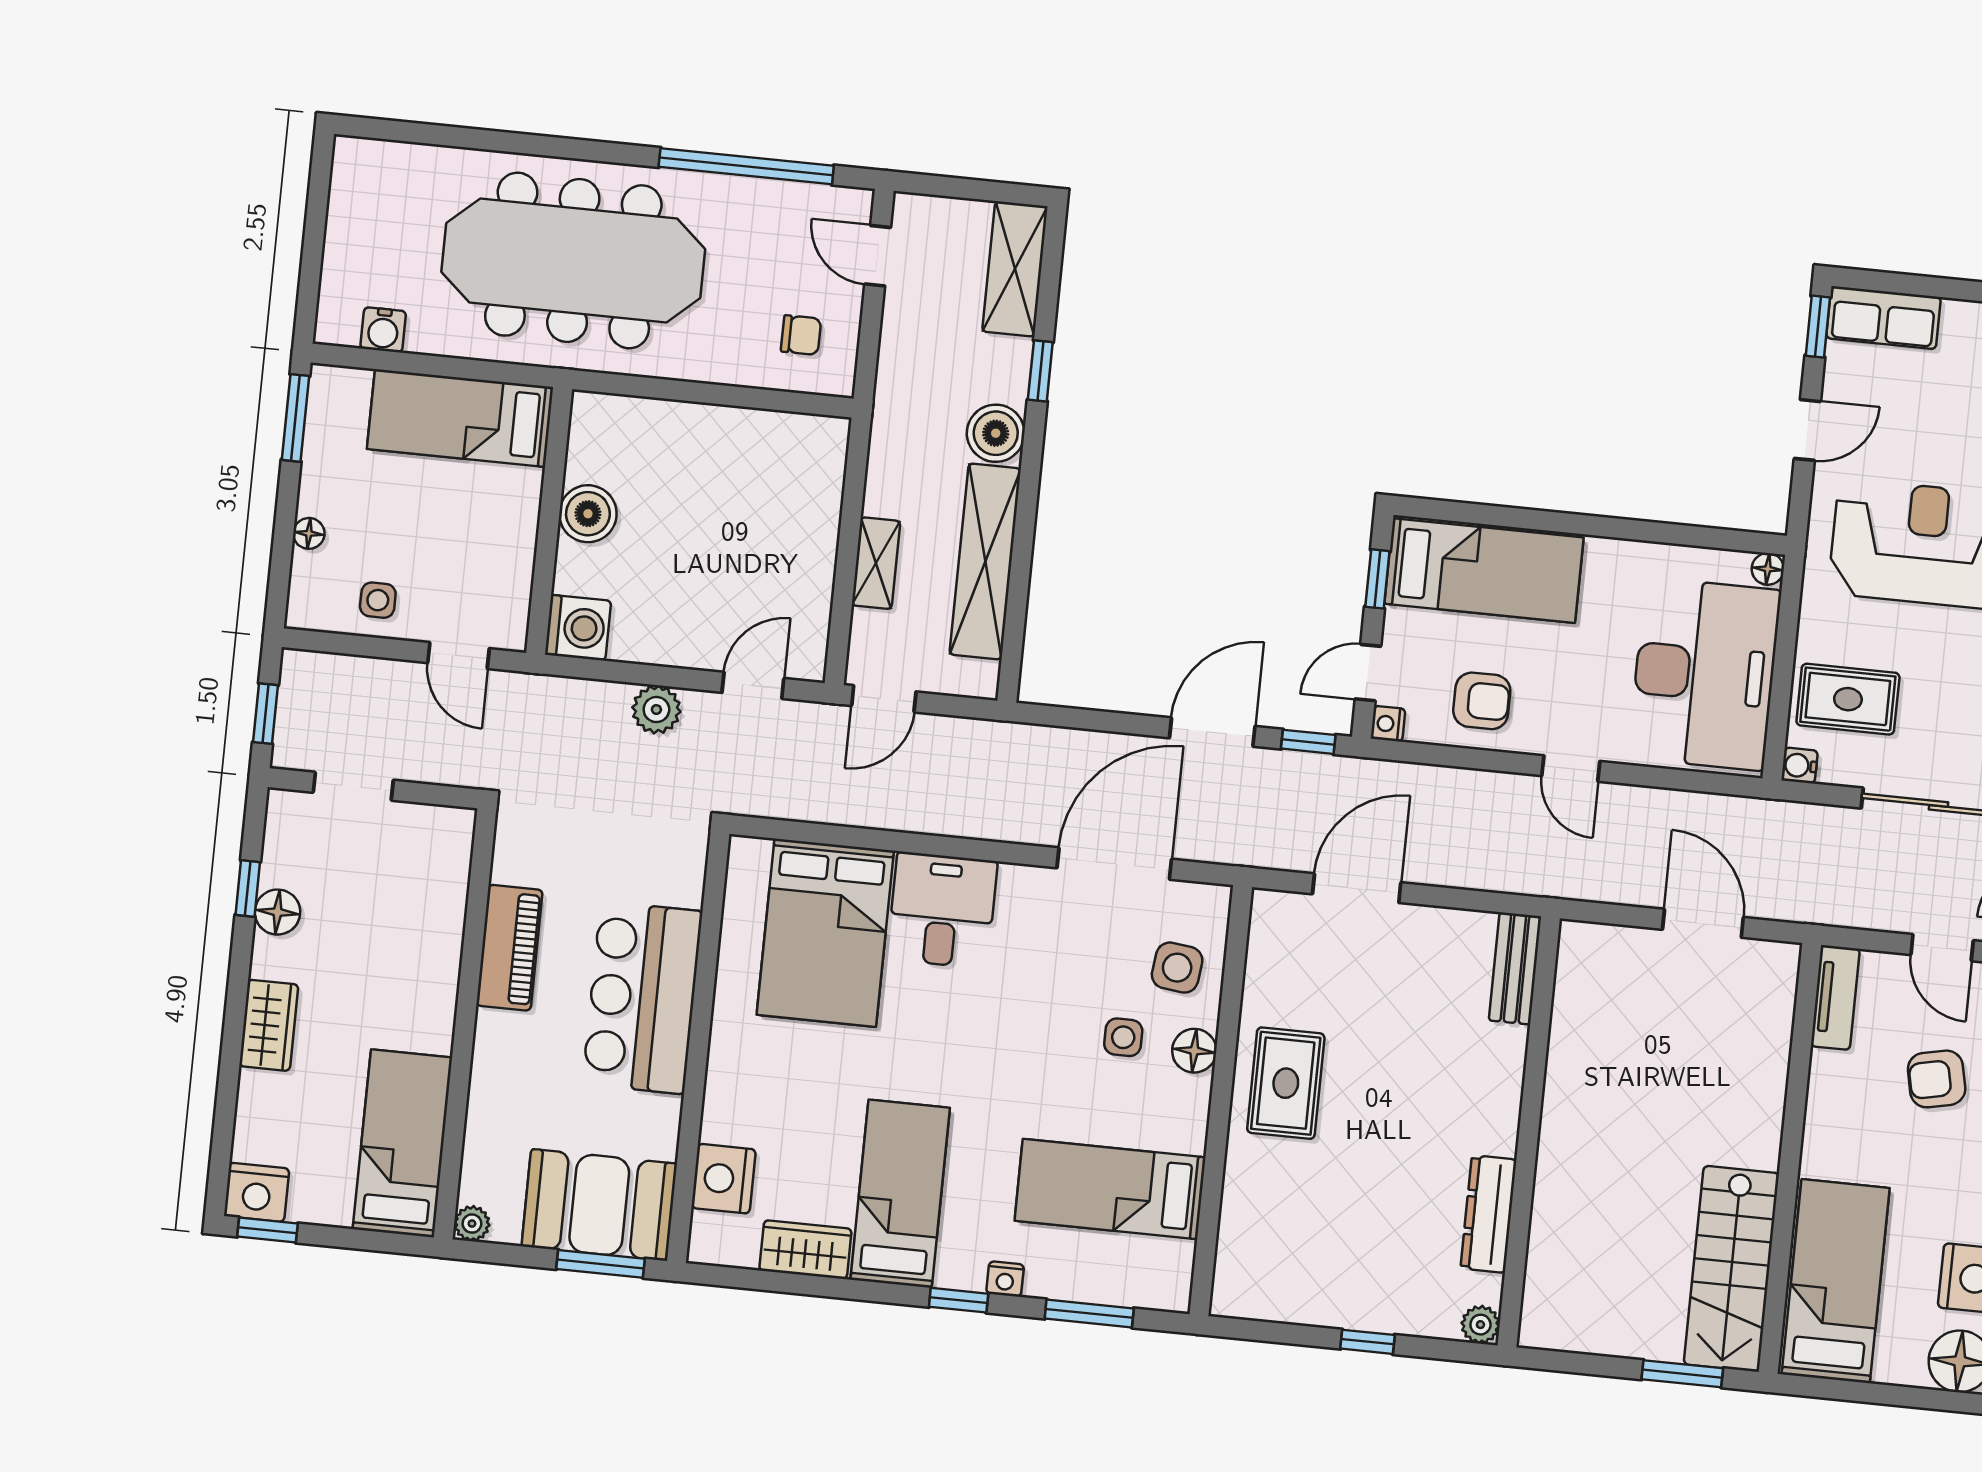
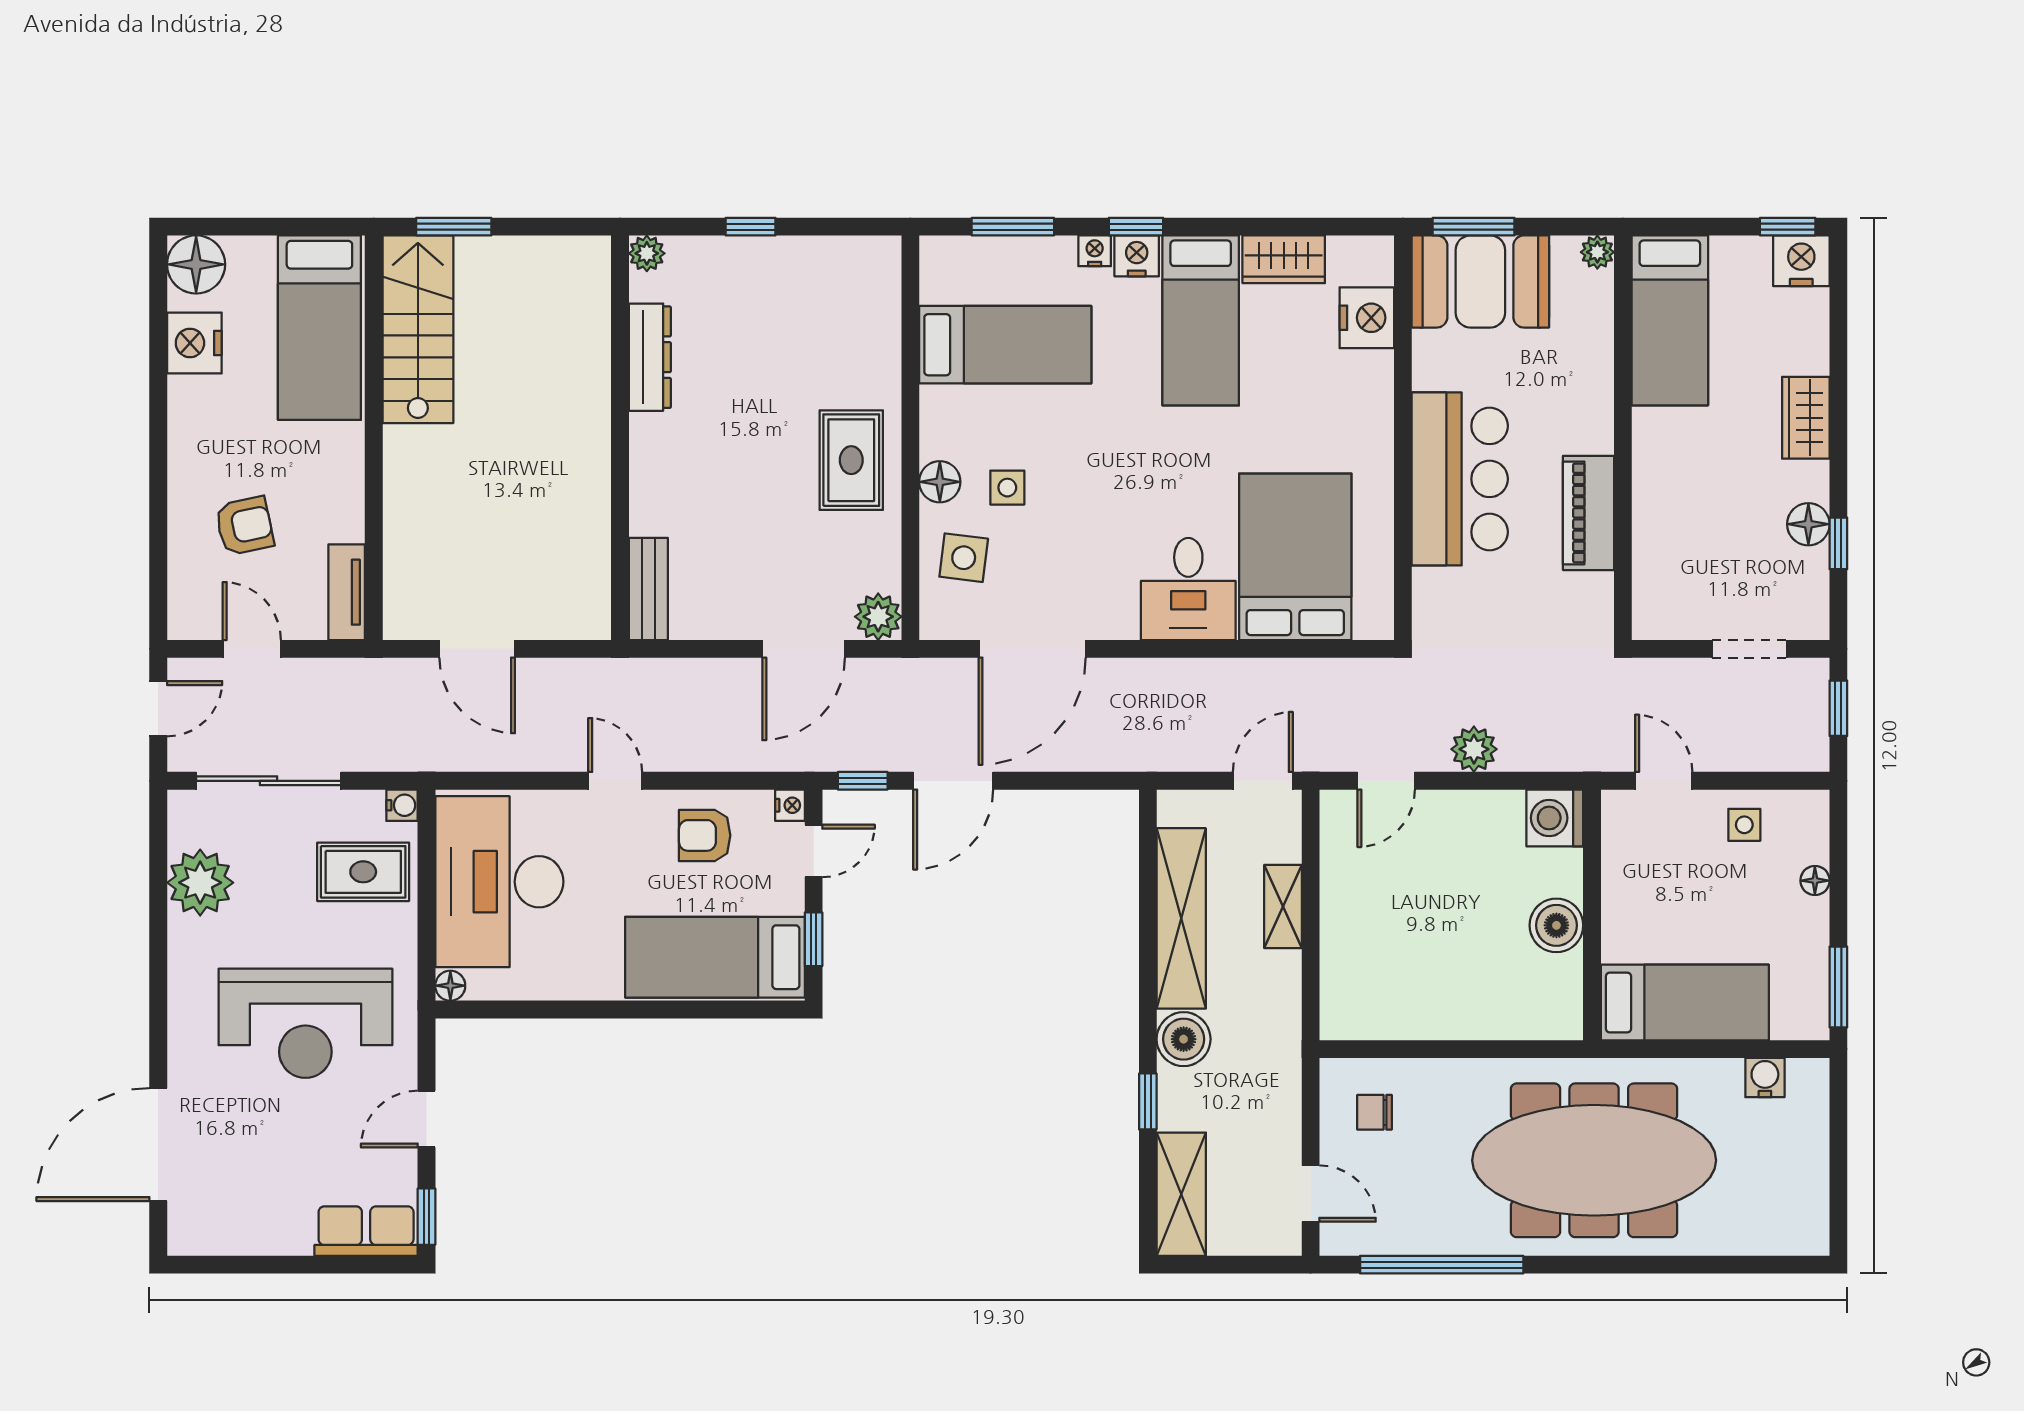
plant: (1274, 914) -> (878, 617), added
nightstand: (961, 1269) -> (1137, 256), added

